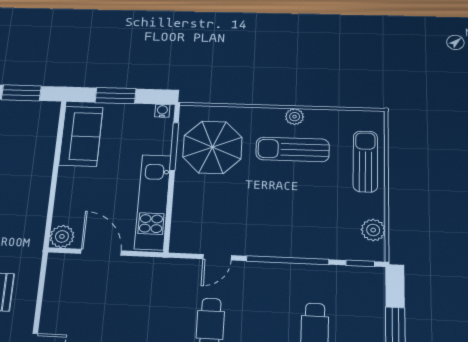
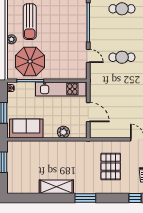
plant: (295, 117) -> (11, 39), moved
plant: (62, 236) -> (63, 132), moved
door: (101, 252) -> (88, 112), swing flipped

